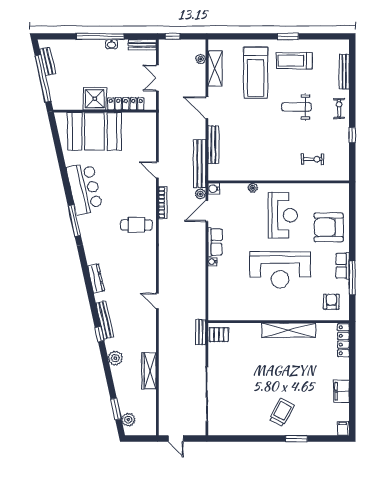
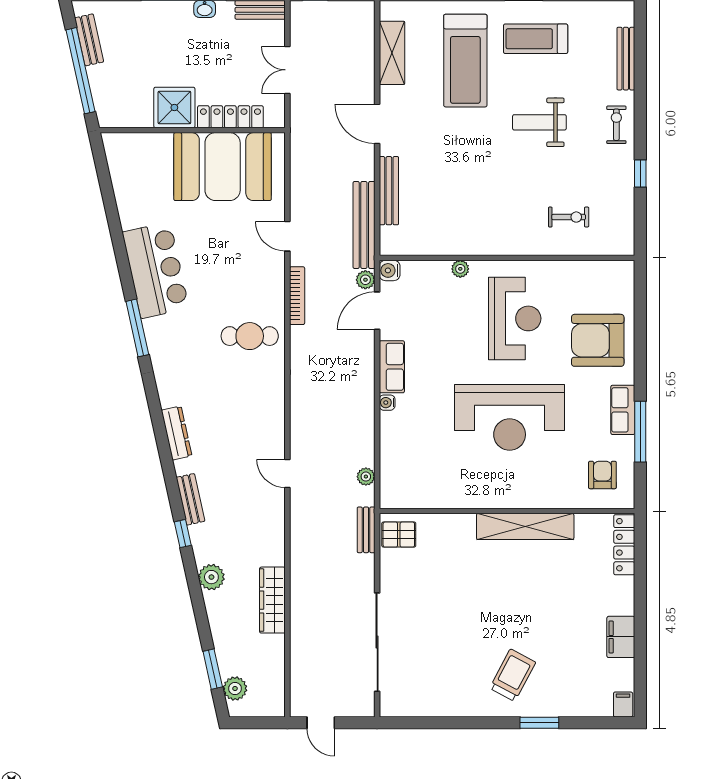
plant: (201, 59) -> (366, 477), moved
booth: (94, 131) -> (223, 167), moved
bench: (105, 320) -> (191, 499), width x0.73

